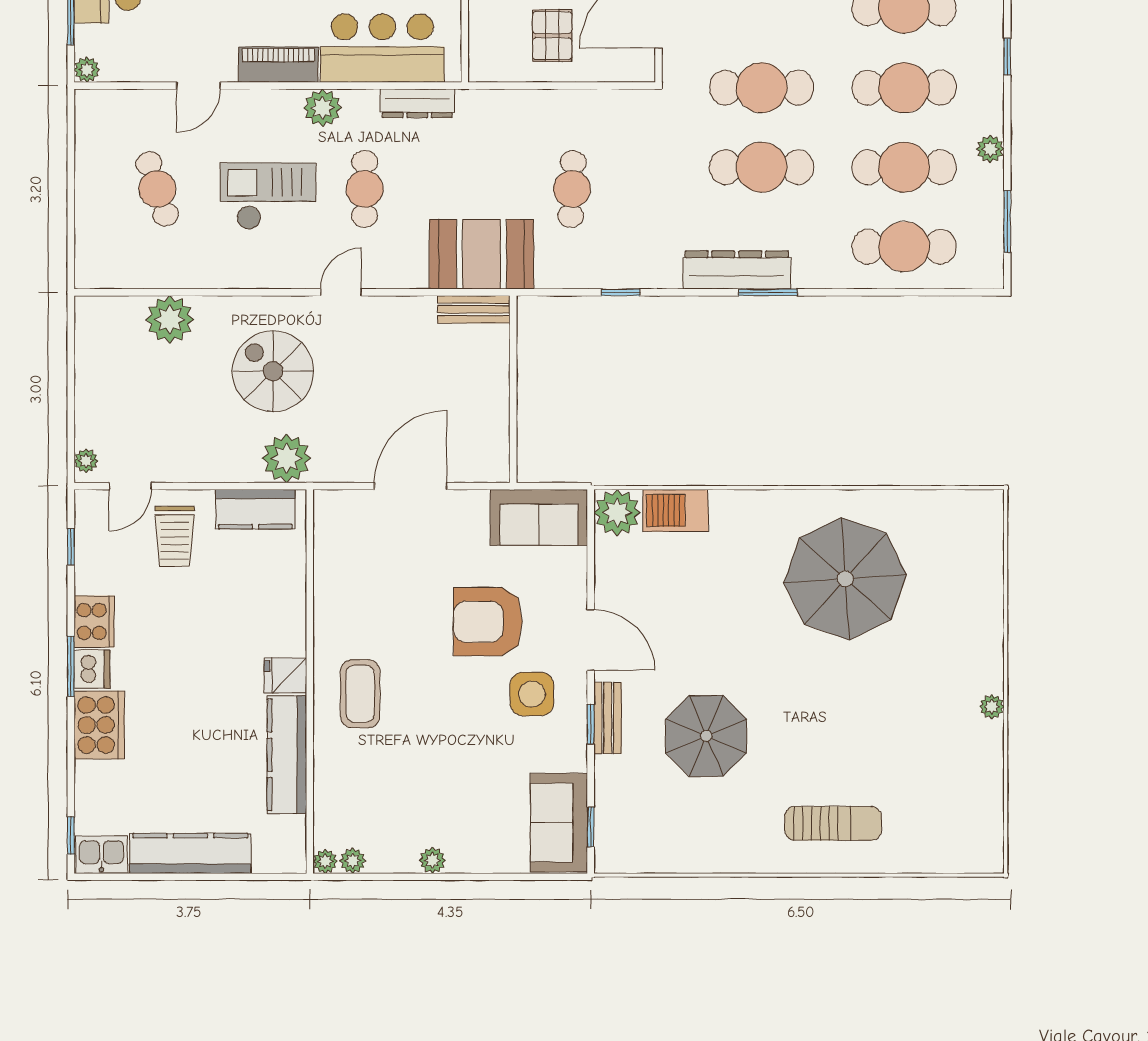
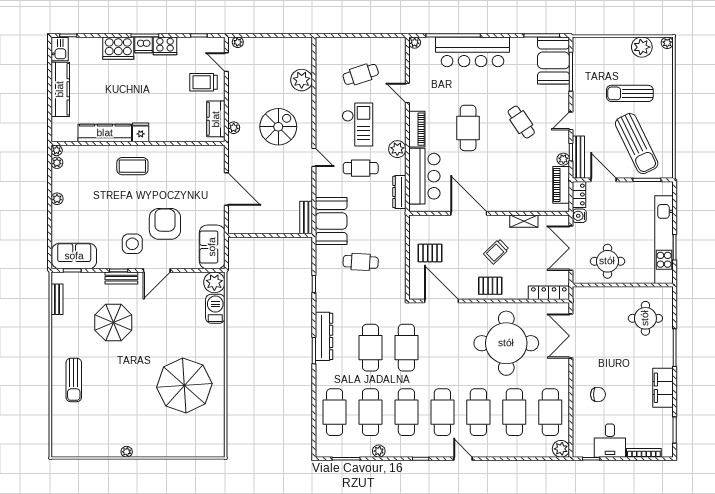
plant: (287, 458) -> (234, 128), width x0.53, depth x0.53
bench: (655, 861) -> (57, 299), added

